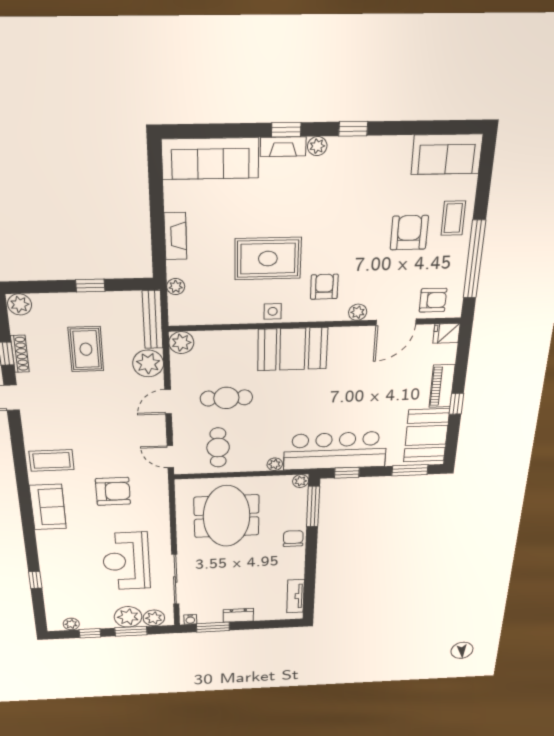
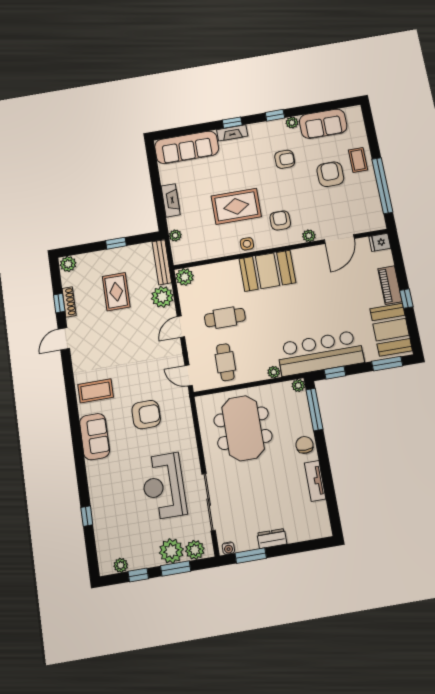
plant: (317, 146) -> (292, 123), moved
sofa: (447, 154) -> (323, 124), moved
armchair: (433, 300) -> (285, 159), moved
tv unit: (296, 596) -> (315, 481), moved

